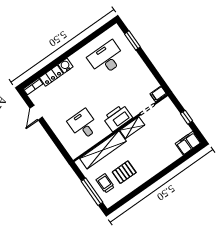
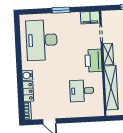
window: (132, 40) -> (61, 10), moved
desk: (106, 58) -> (42, 40), width x1.36, depth x1.30
filing cabinet: (158, 94) -> (90, 18), width x2.00

